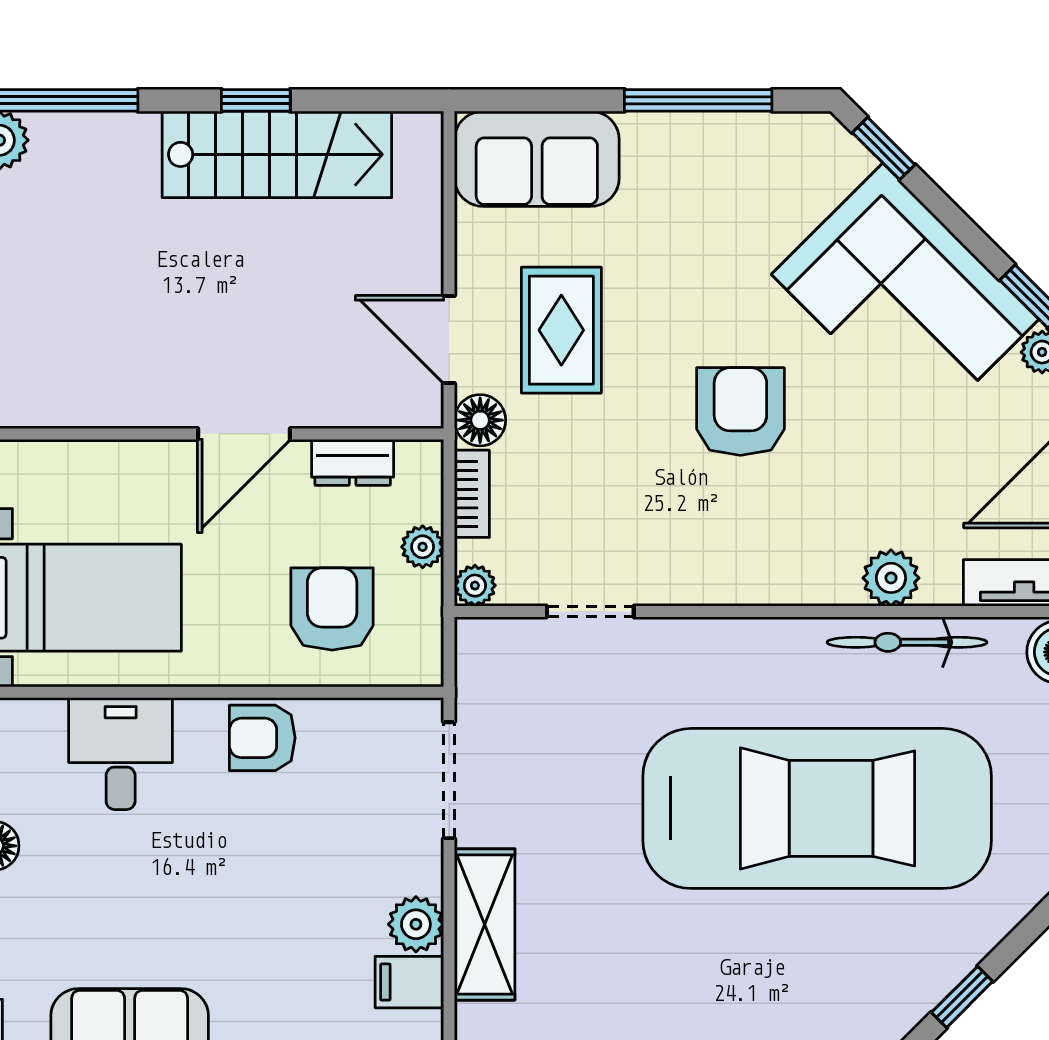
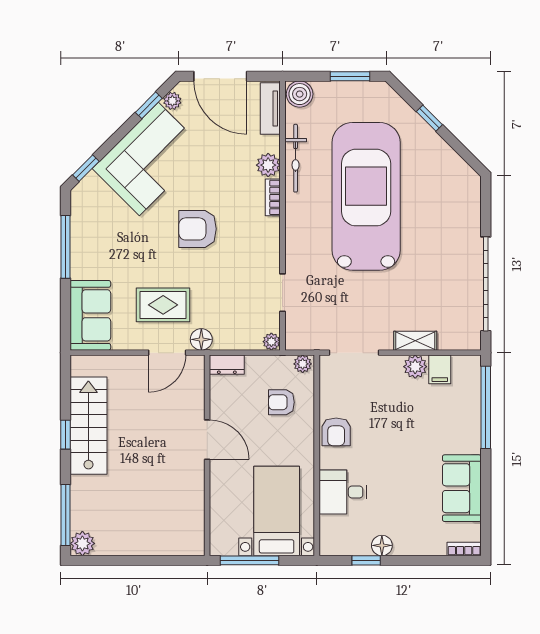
dresser: (353, 462) -> (227, 365), moved, turned 90
bookcase: (472, 494) -> (273, 197), moved, turned -90
plant: (423, 547) -> (303, 364), moved
armchair: (332, 609) -> (281, 402), width x0.72, depth x0.72
shelving: (485, 924) -> (415, 341), width x0.67, depth x0.75
window: (962, 997) -> (429, 118), moved

